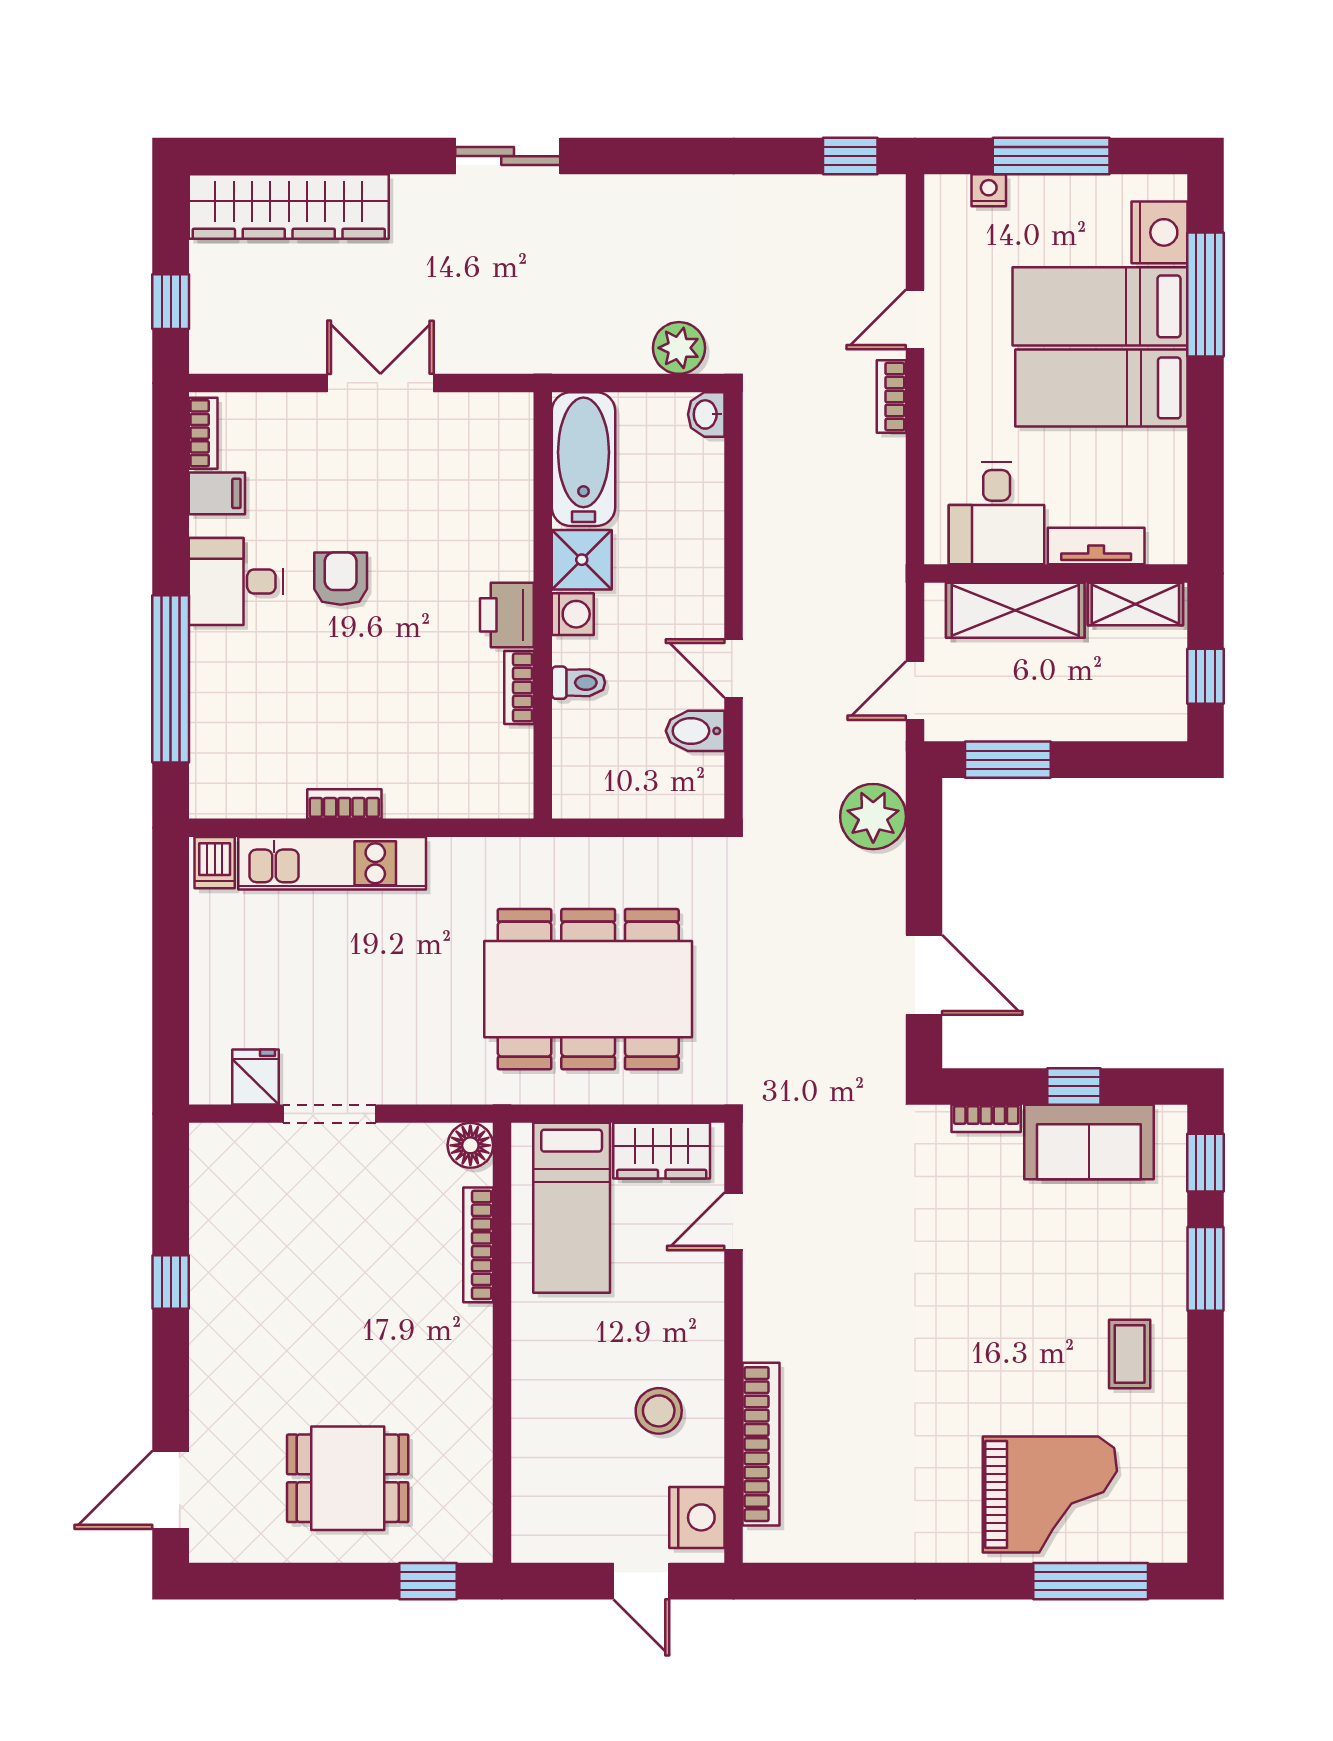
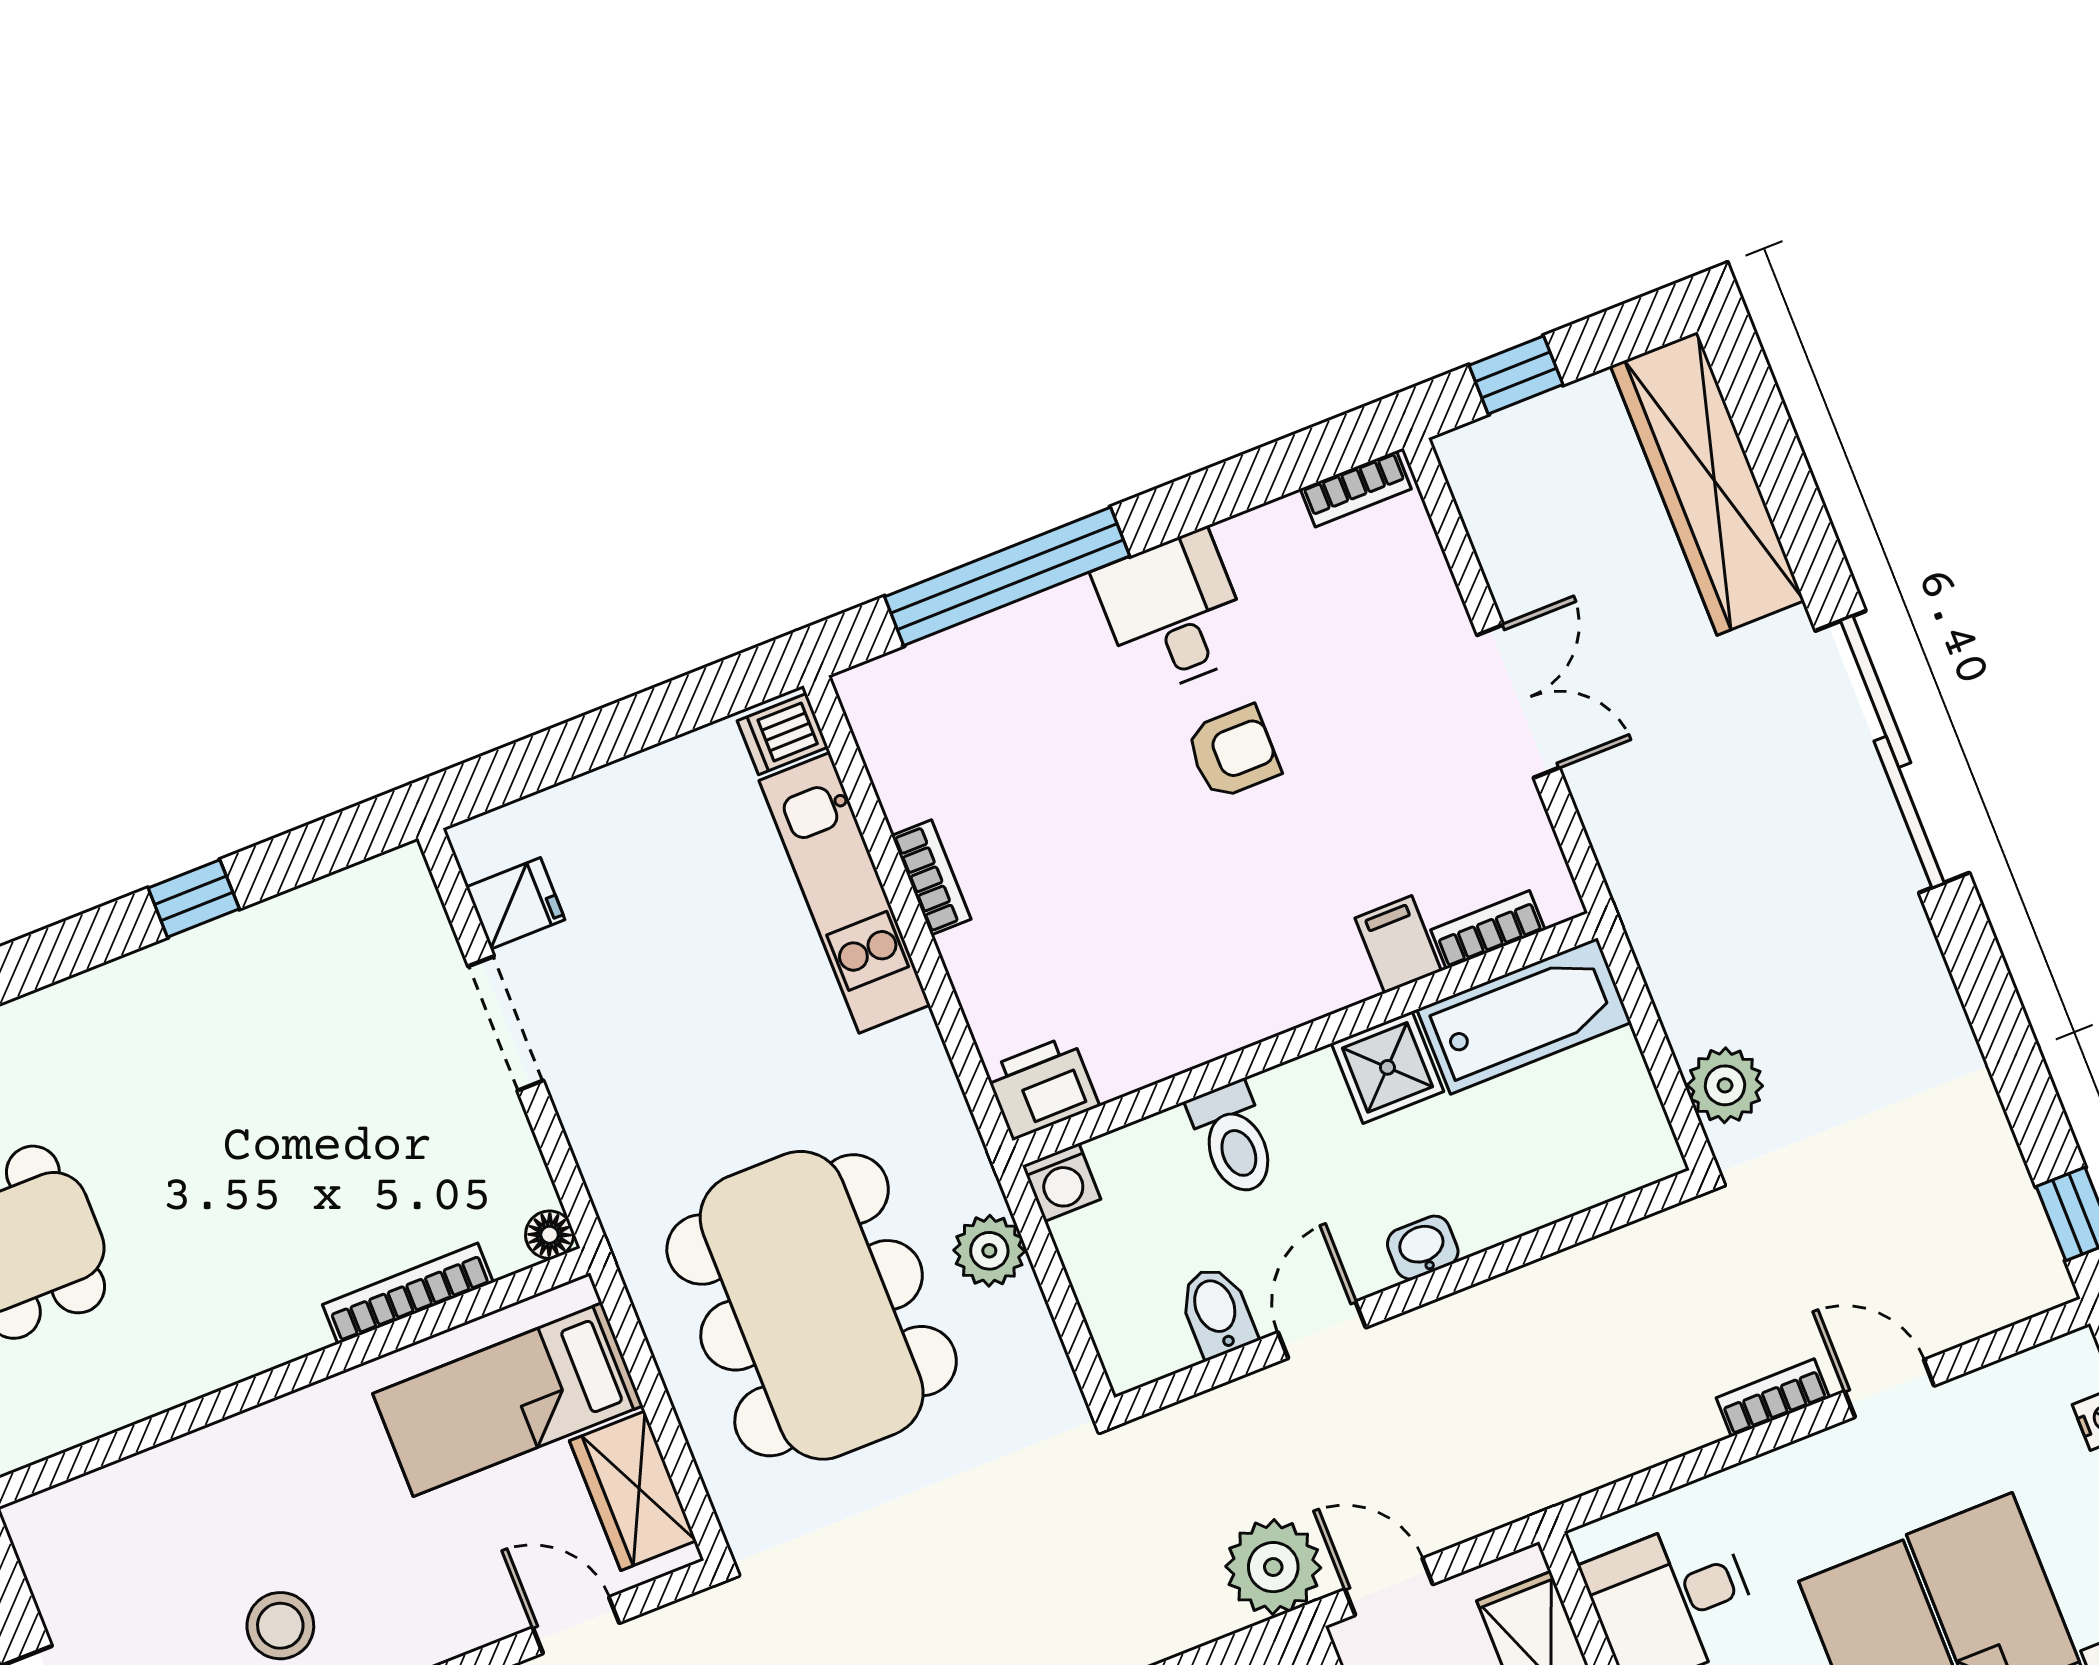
sliding door: (508, 156) -> (1892, 752), width x1.86
washbasin: (706, 414) -> (1423, 1248), moved
filing cabinet: (217, 493) -> (1398, 944), moved, turned 180
washing machine: (573, 614) -> (1062, 1182), moved
printer: (507, 615) -> (1042, 1087), moved
toilet: (578, 683) -> (1233, 1139), width x1.37, depth x1.39
bookcase: (519, 687) -> (1488, 930), moved
plant: (873, 817) -> (1273, 1567), moved
plant: (598, 861) -> (989, 1251), added
floor lamp: (470, 1145) -> (550, 1235), width x0.73, depth x0.73

